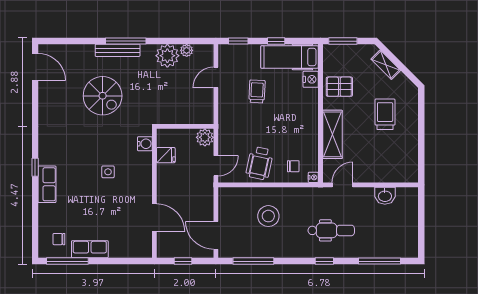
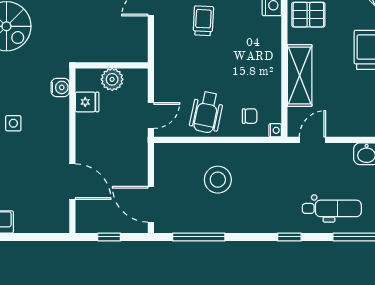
plant: (205, 137) -> (112, 79), moved
dental chair: (331, 230) -> (332, 208), moved

